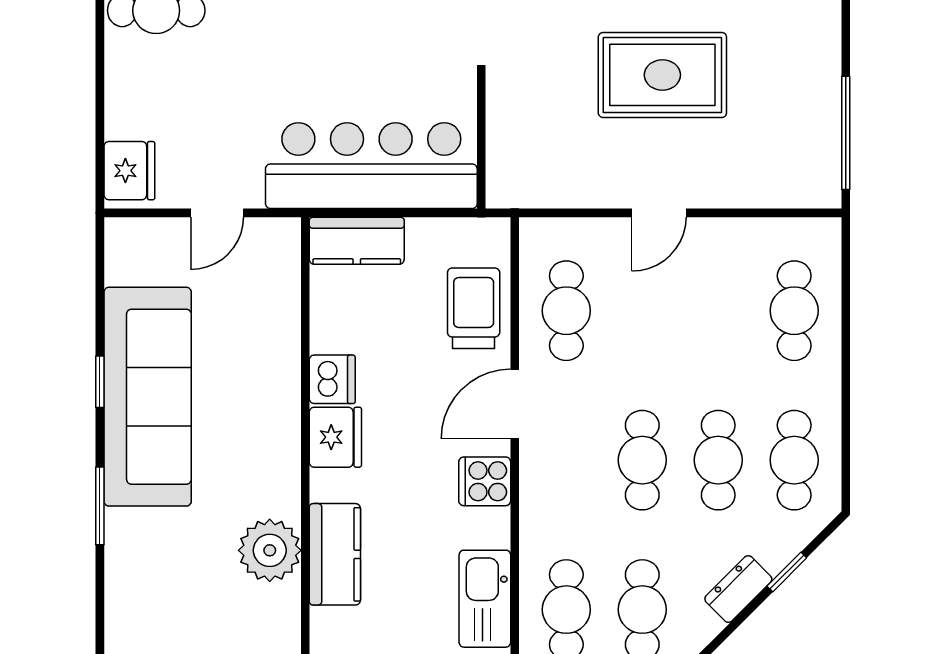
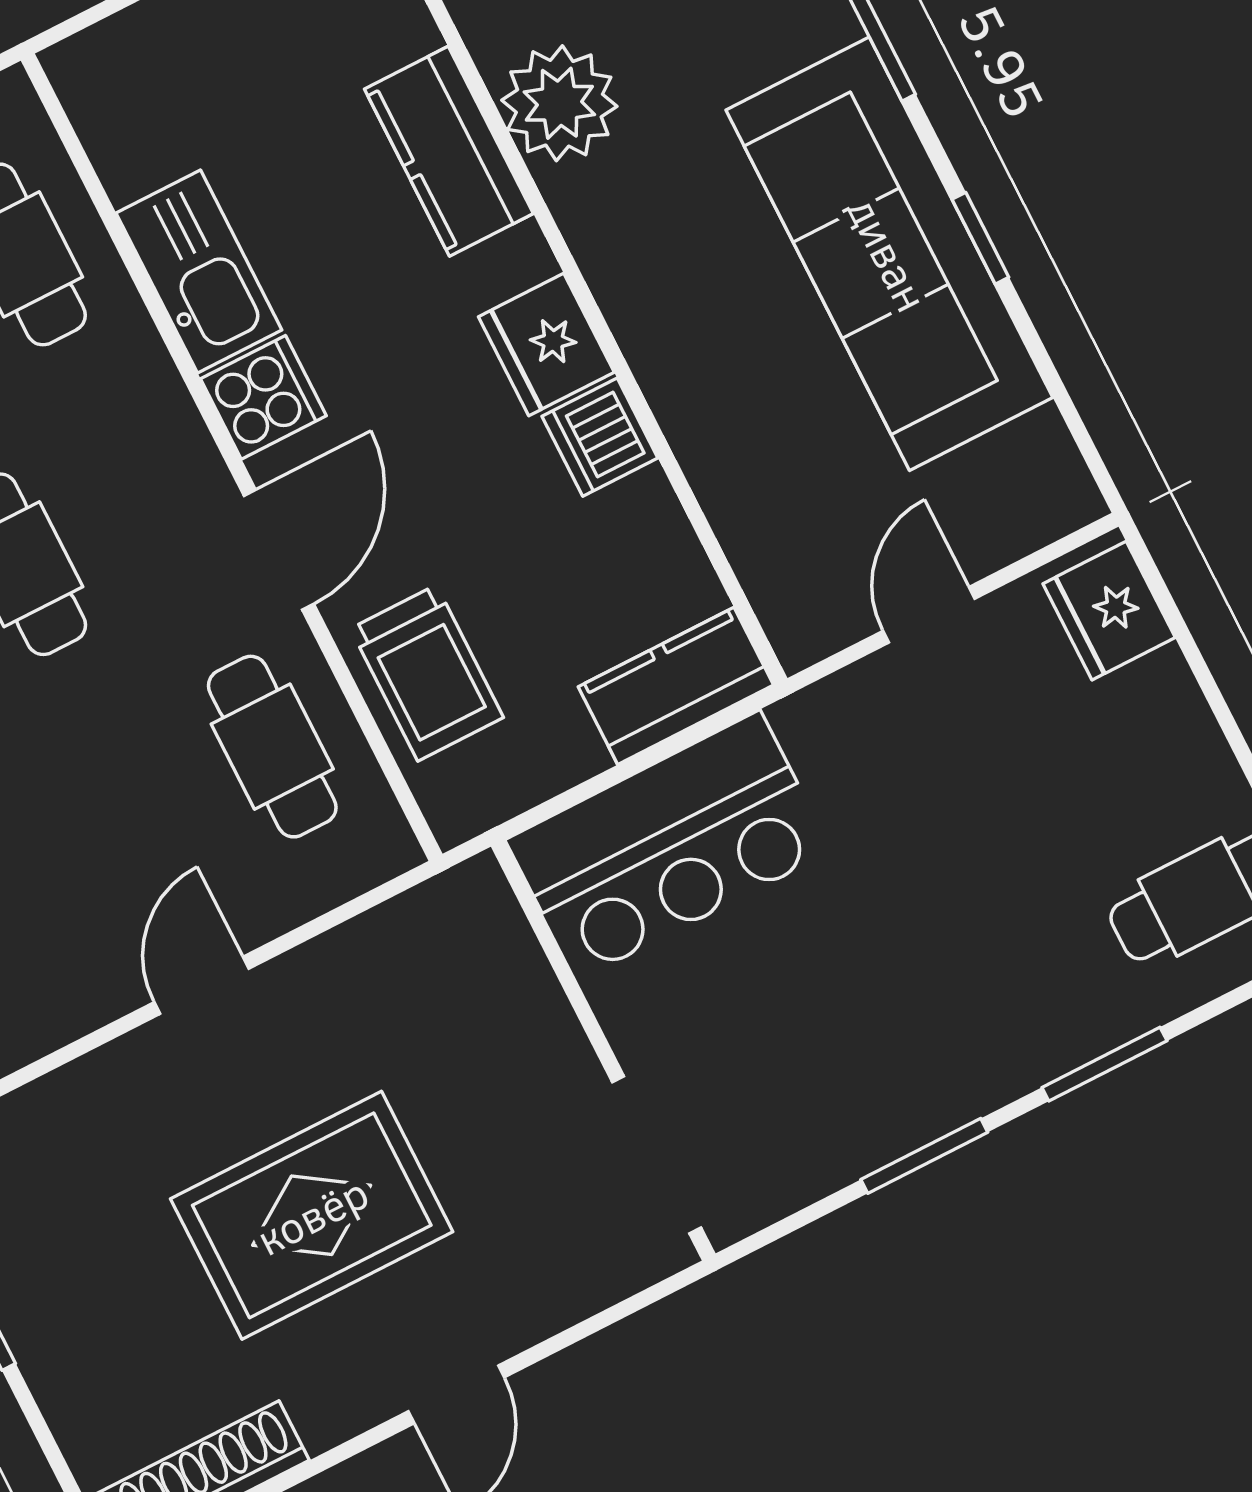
bar counter: (371, 166) -> (668, 845), width x0.73
kitchen sink: (485, 599) -> (199, 271), moved

